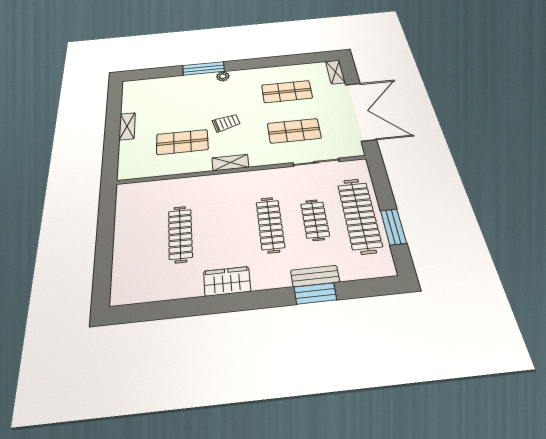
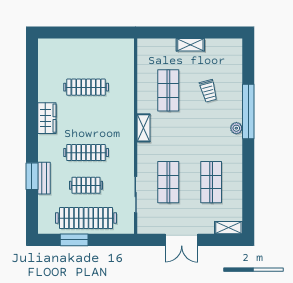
window: (204, 68) -> (248, 111), width x1.46
double door: (361, 111) -> (182, 240), width x0.54
trolley: (226, 123) -> (208, 91), moved

